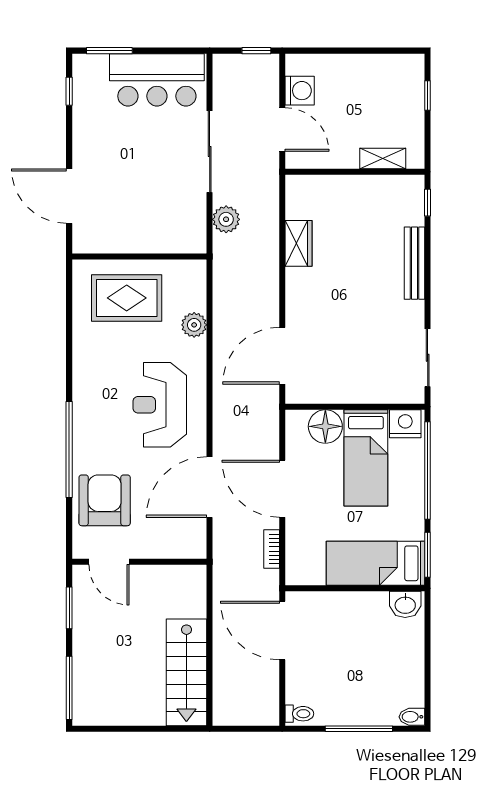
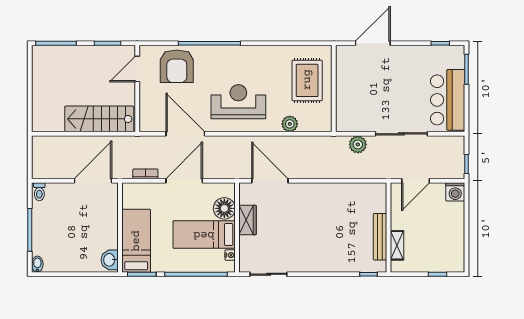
washing machine: (300, 91) -> (455, 192), moved
wardrobe: (298, 243) -> (248, 220), moved, turned -90
bench: (414, 263) -> (380, 237), moved, turned 90
nightstand: (405, 424) -> (230, 255), width x0.53, depth x0.56
armchair: (105, 500) -> (177, 66), turned 90
stairs: (186, 672) -> (99, 119), moved

